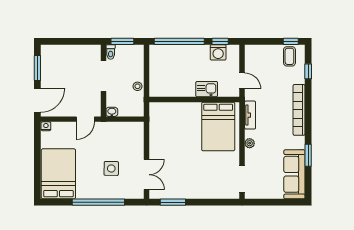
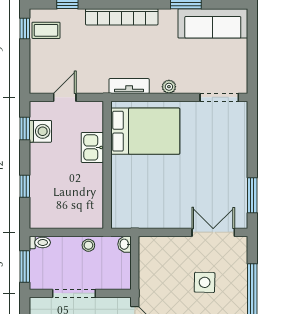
window: (179, 41) -> (25, 186), width x0.32
toilet: (111, 52) -> (40, 242), moved
door: (242, 81) -> (65, 97), moved
washbasin: (112, 112) -> (125, 244), moved

